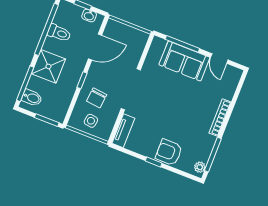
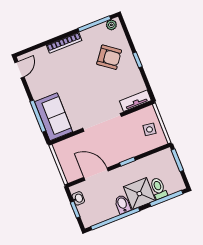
toilet: (59, 33) -> (159, 188), moved
door: (219, 58) -> (19, 70), moved
sofa: (184, 61) -> (54, 117), moved
bidet: (32, 98) -> (123, 204), moved
chair: (97, 98) -> (130, 140), removed
armchair: (169, 152) -> (109, 57), moved, turned -53

